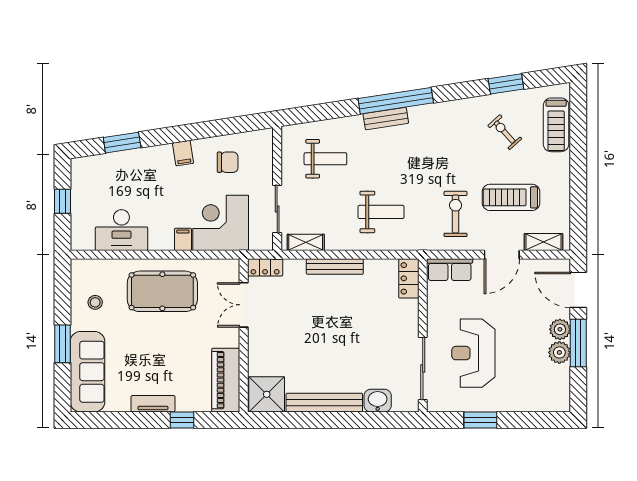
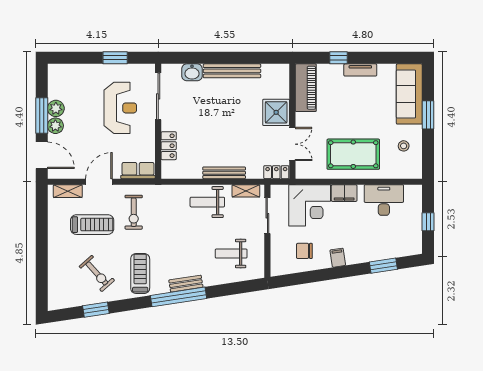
treadmill: (556, 125) -> (140, 273), moved
exercise bike: (505, 132) -> (97, 273), width x1.38, depth x1.39
weight bench: (381, 212) -> (207, 202), moved
filing cabinet: (183, 239) -> (344, 193), width x2.00
locker: (409, 278) -> (169, 146), moved
shower: (267, 394) -> (276, 112), moved

